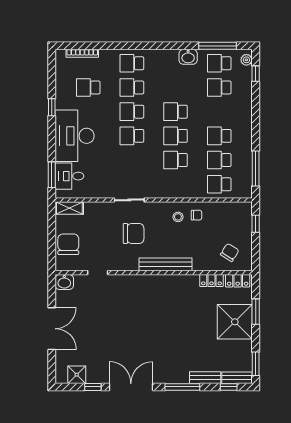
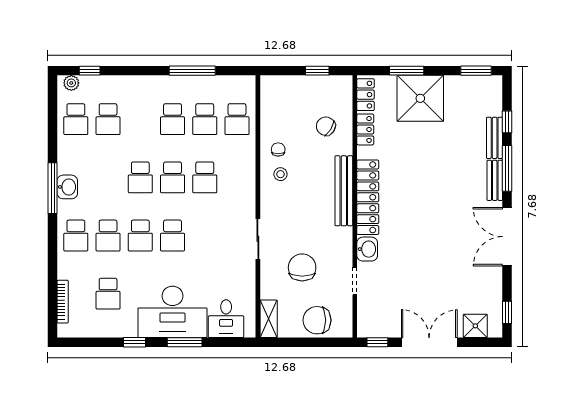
window: (218, 46) -> (53, 188), moved
washbasin: (188, 57) -> (67, 187), moved
window: (256, 168) -> (192, 71), moved
window: (52, 175) -> (185, 342), moved
window: (256, 224) -> (317, 71), moved
chair: (134, 233) -> (302, 267), moved
chair: (230, 252) -> (326, 126), moved
washbasin: (64, 282) -> (367, 249), moved
locker: (161, 282) -> (368, 197), added
window: (52, 290) -> (377, 342), added
shower: (77, 375) -> (475, 326), moved
bench: (237, 378) -> (495, 180), moved
window: (93, 387) -> (507, 312), moved
window: (229, 387) -> (507, 122), moved

